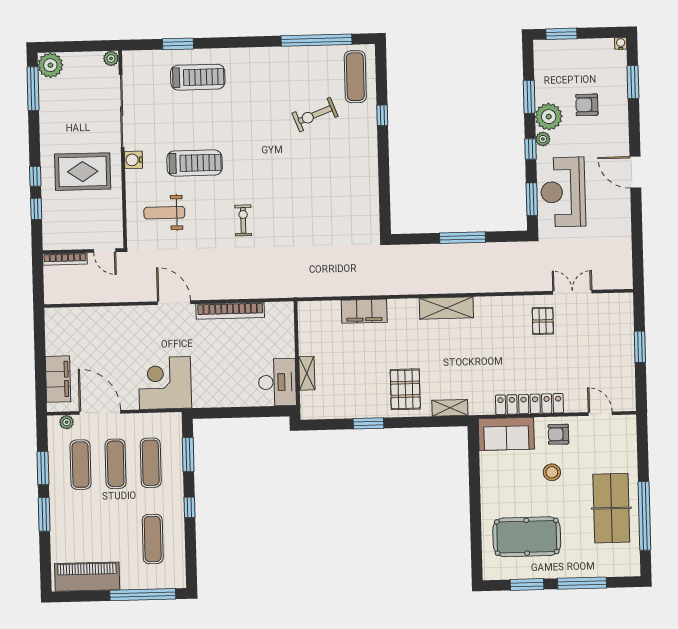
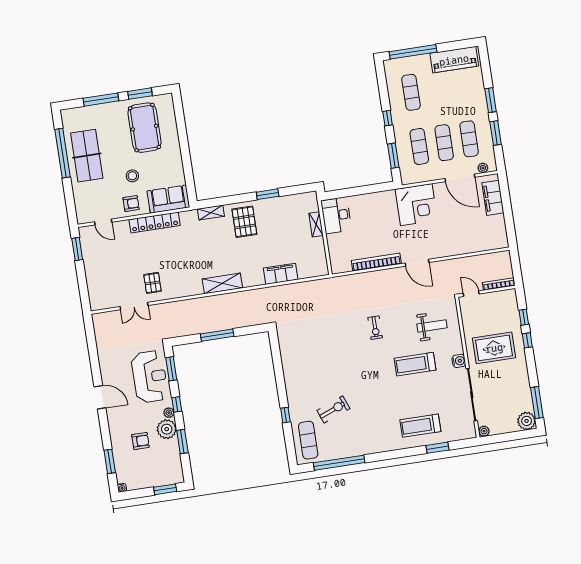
window: (640, 347) -> (77, 249), moved
pool table: (527, 537) -> (144, 128), turned 90

